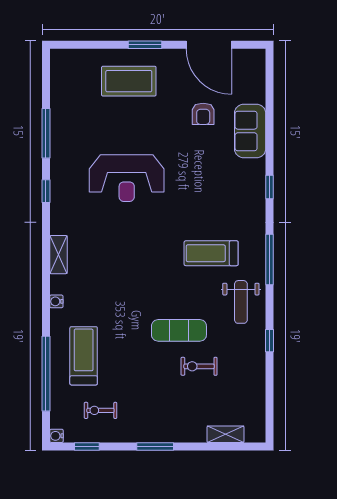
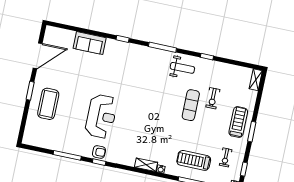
armchair: (203, 114) -> (99, 152), moved
treadmill: (211, 253) -> (238, 122), moved, turned 180
shelving: (58, 255) -> (146, 165), moved
shelving: (226, 434) -> (256, 80), moved

